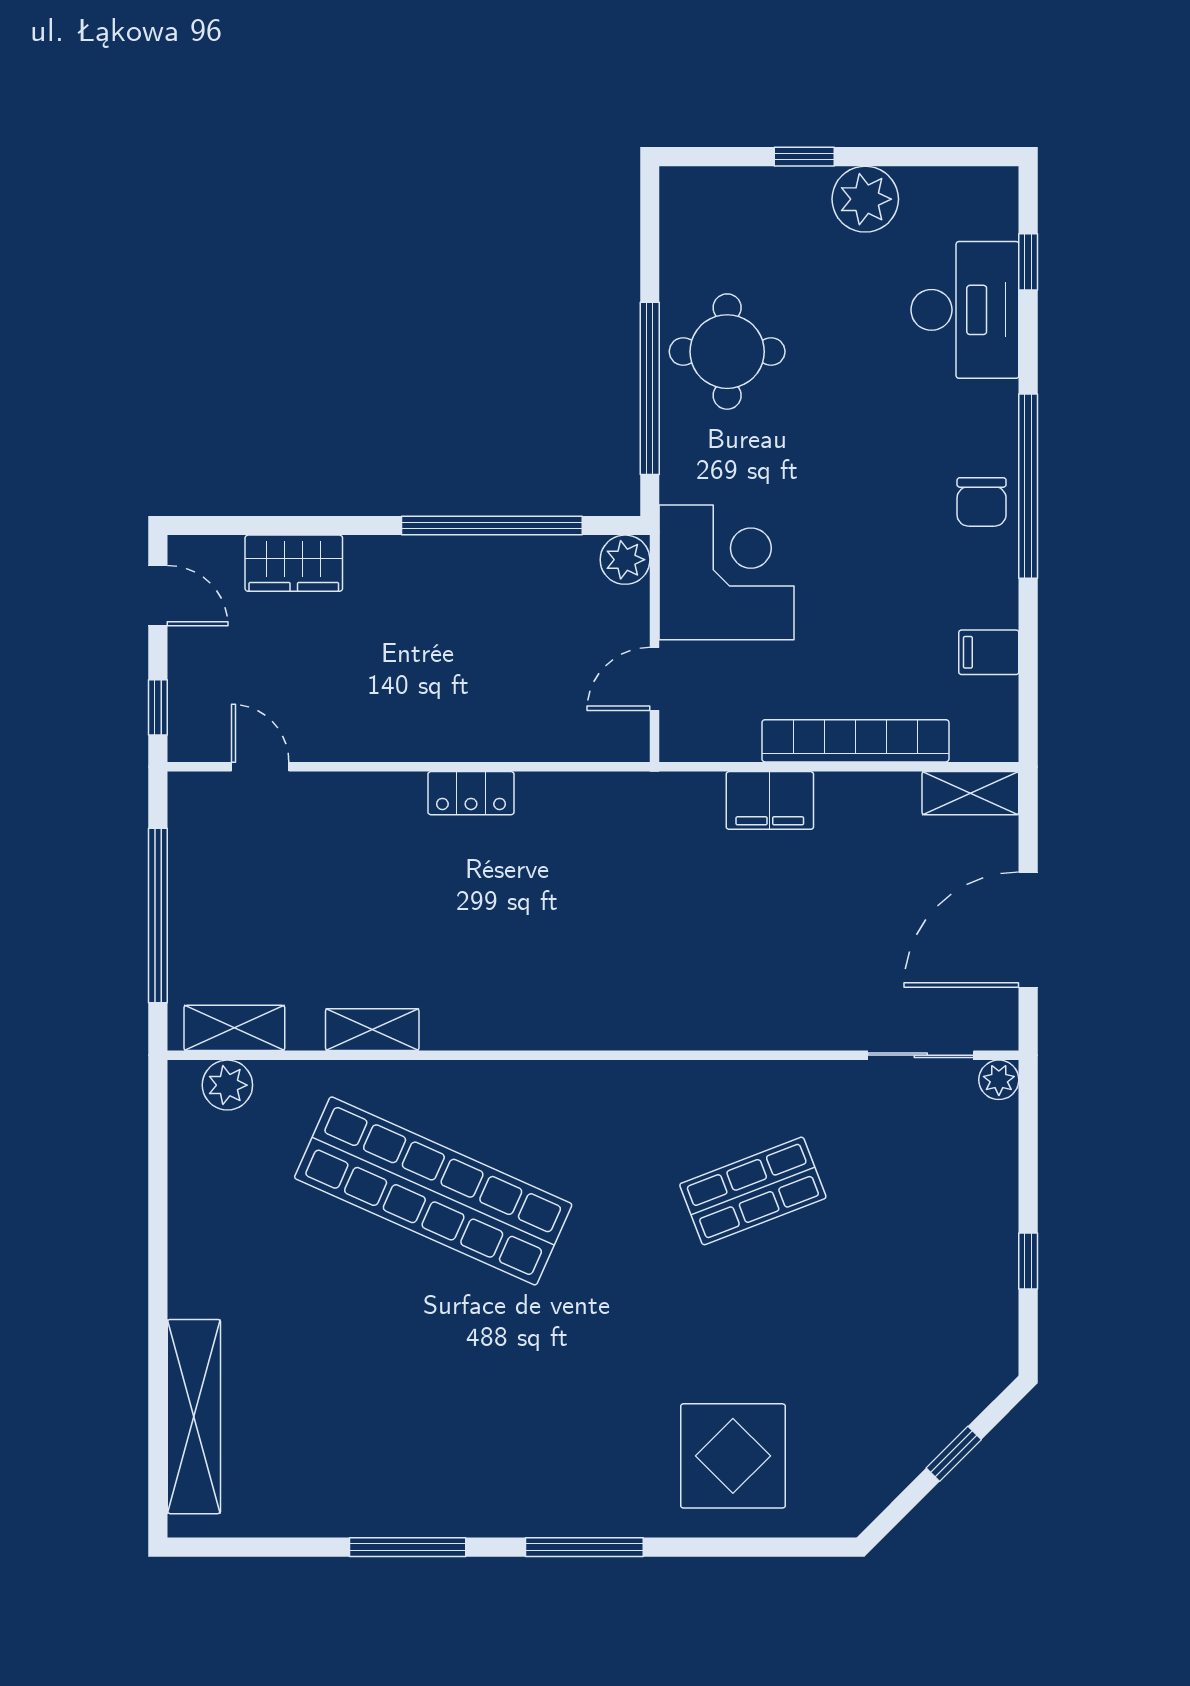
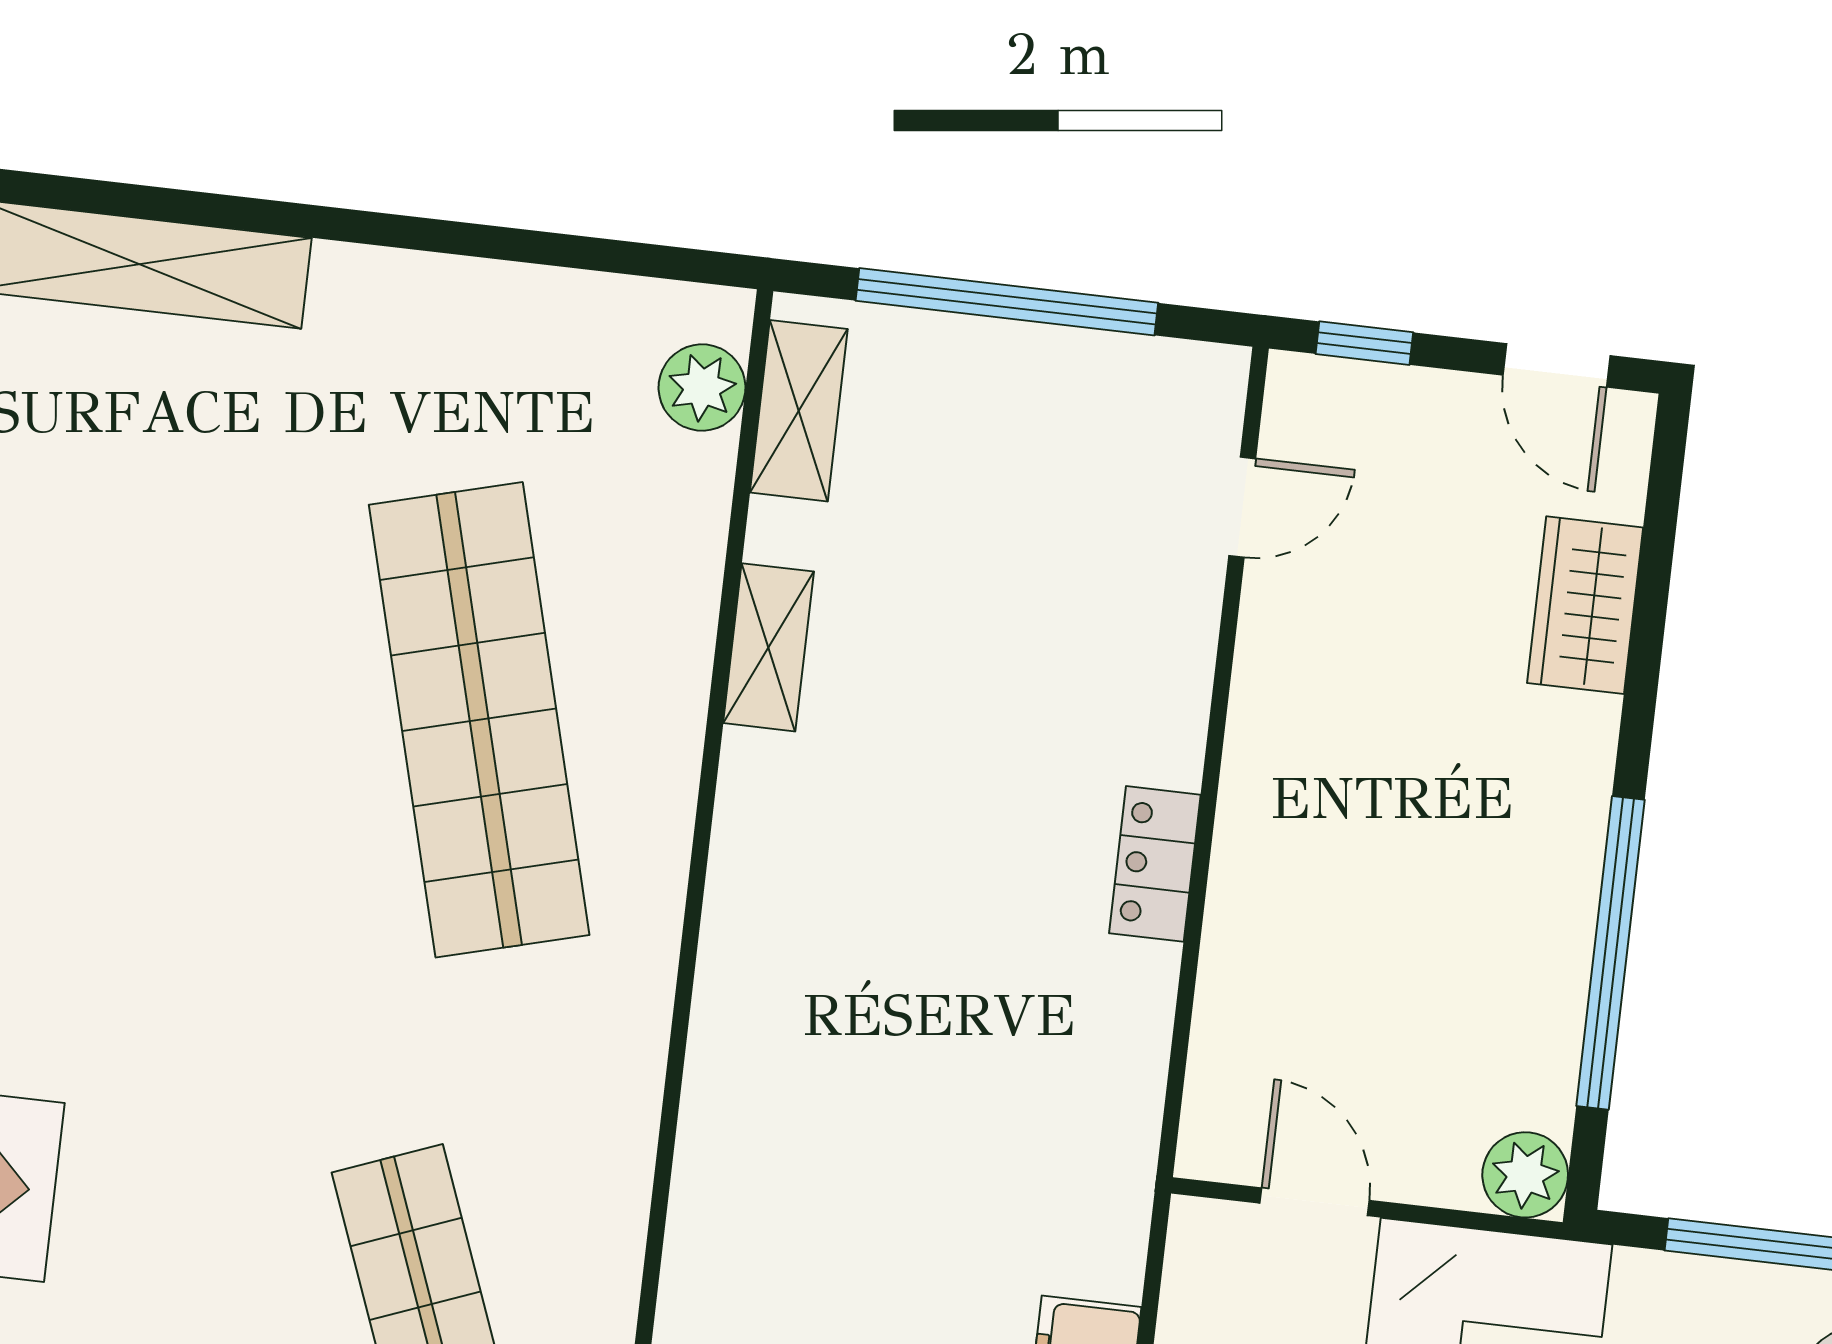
door: (158, 596) -> (1557, 365), hinge flipped
shop shelf: (433, 1191) -> (479, 720), turned -39

